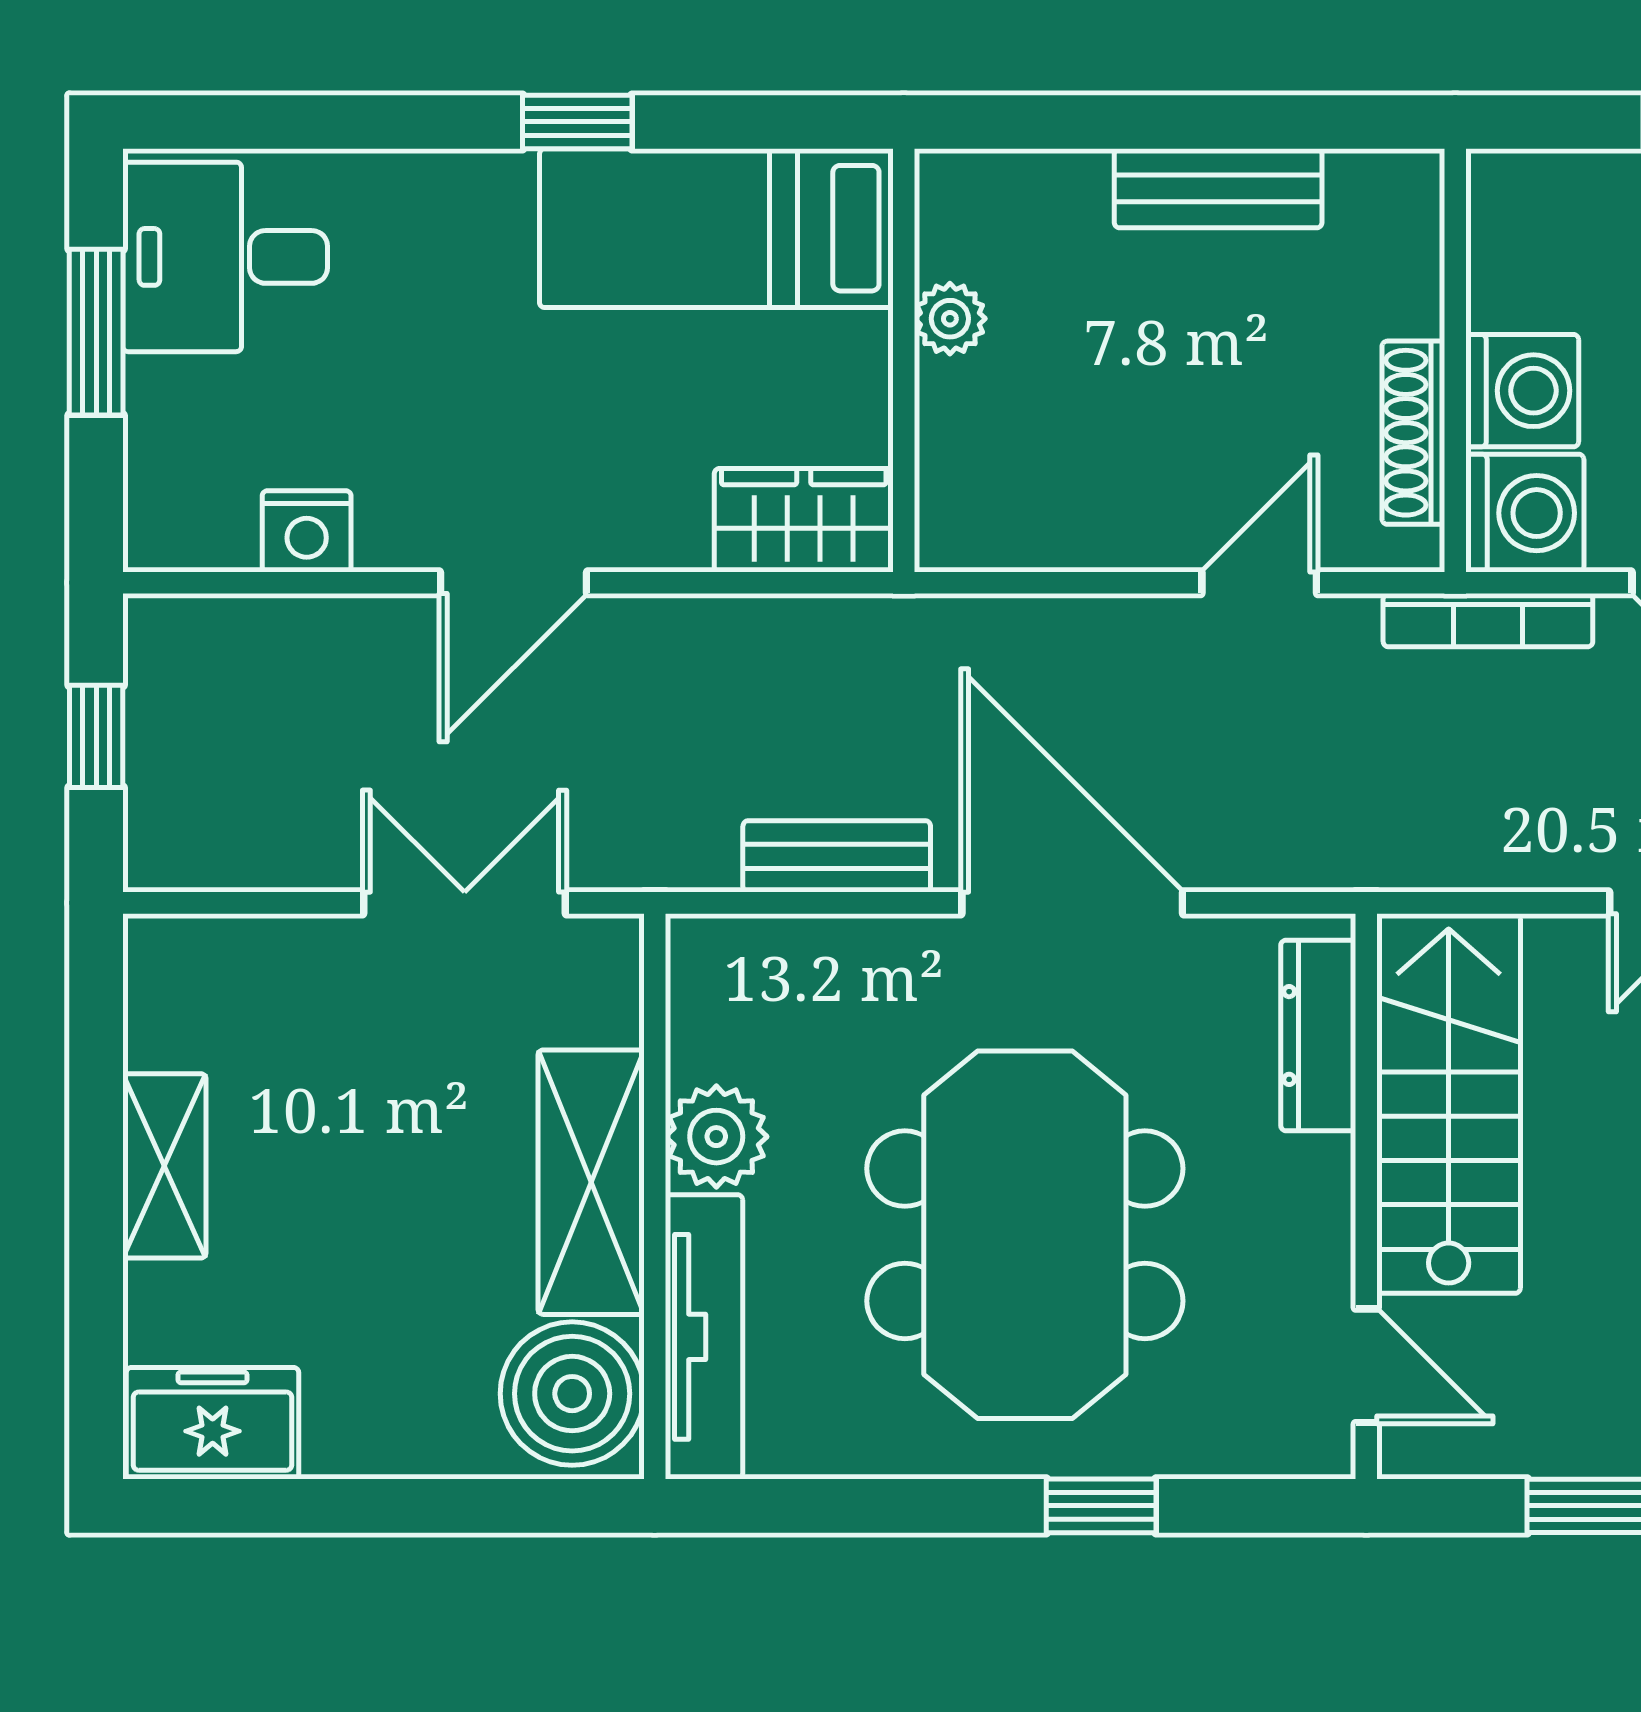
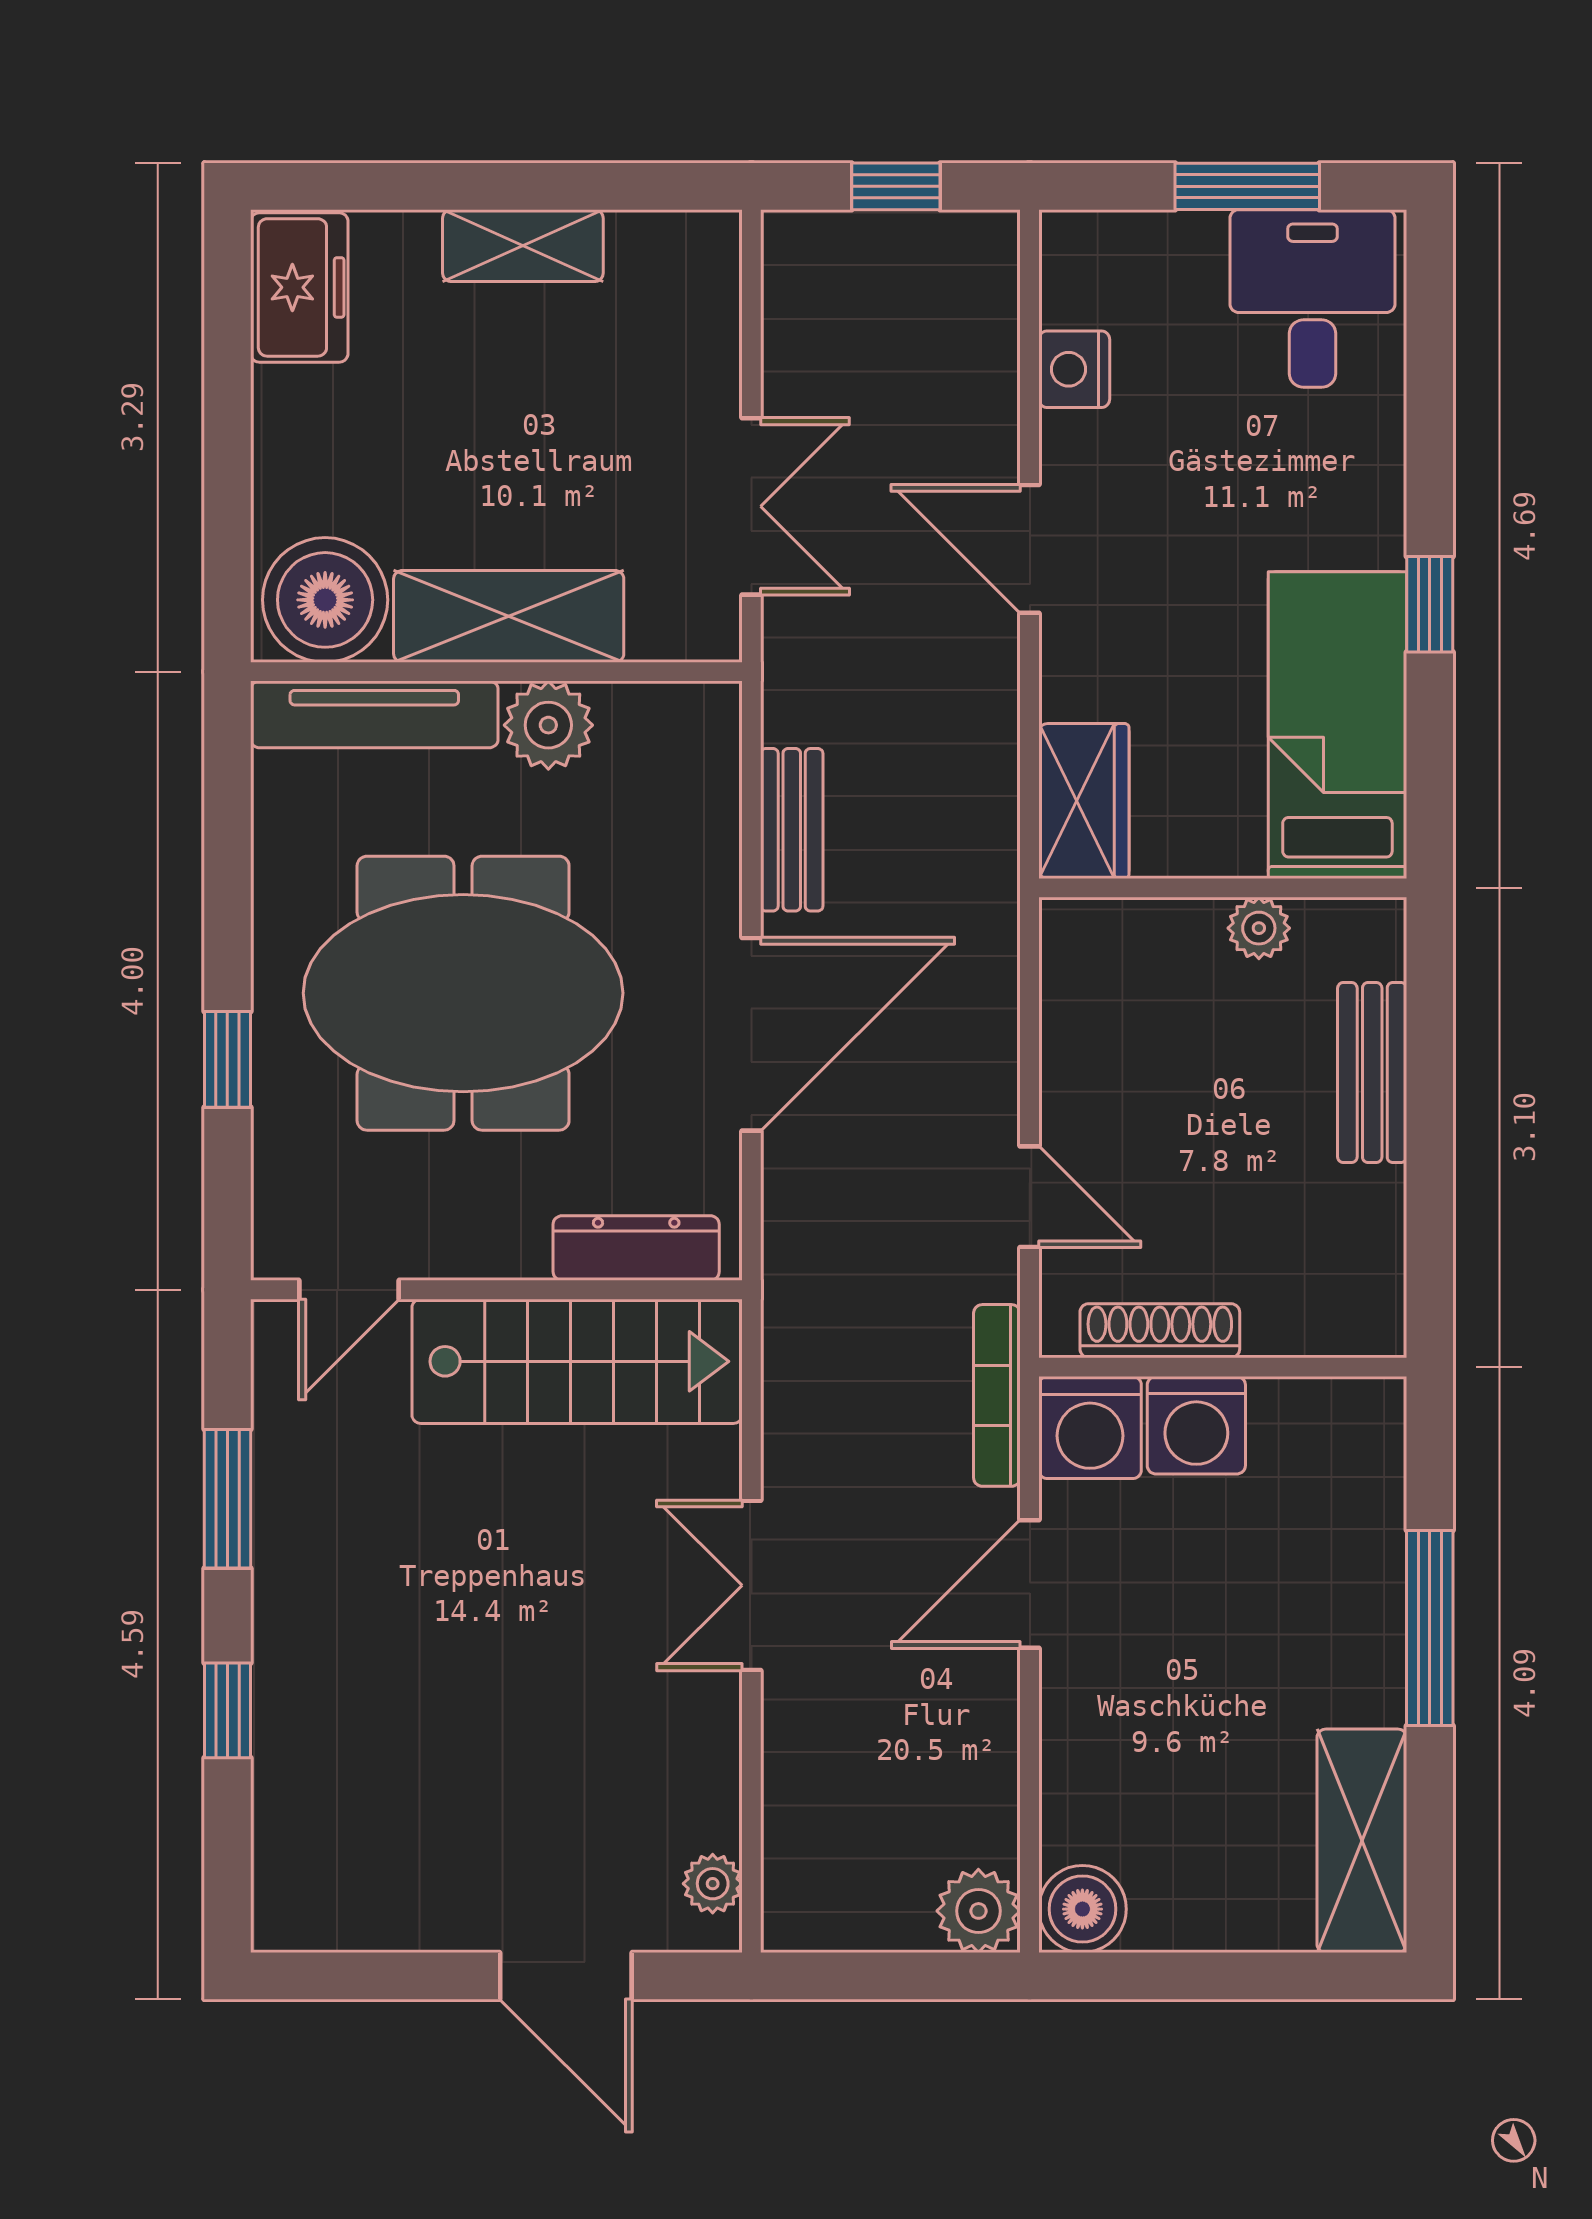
bench: (1218, 188) -> (1372, 1073), moved

